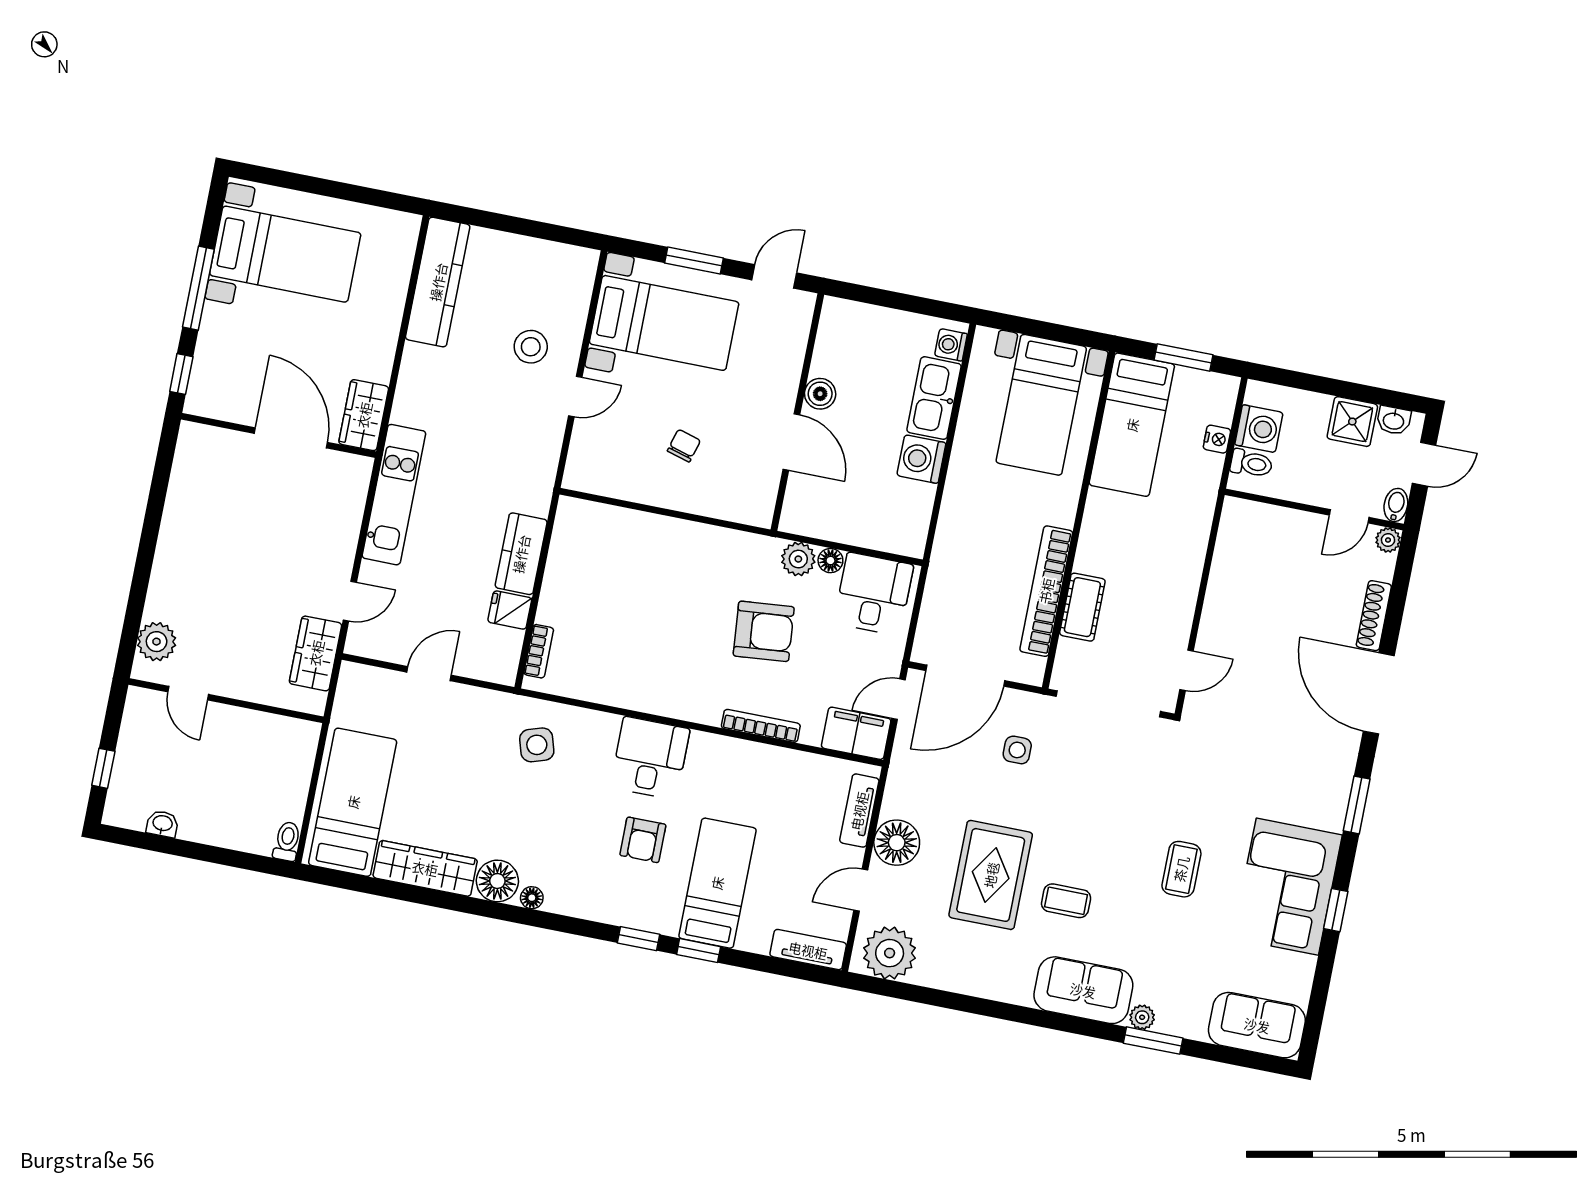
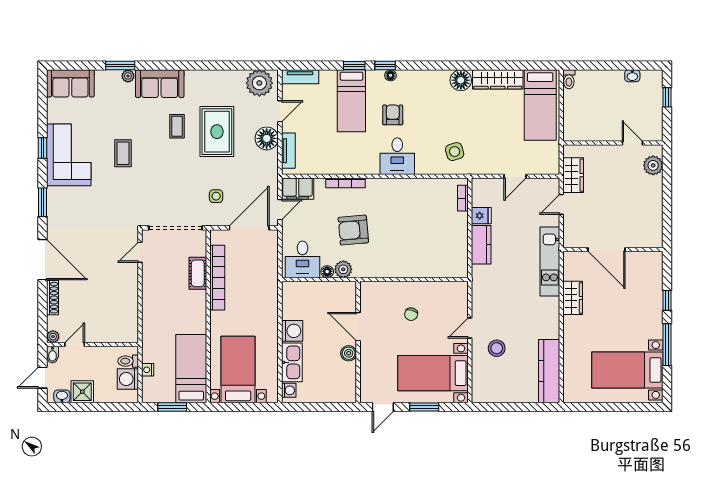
wall: (278, 435) -> (613, 250), moved
door: (291, 438) -> (606, 250), moved
floor lamp: (532, 898) -> (390, 75), moved
coffee table: (1066, 901) -> (177, 126), turned 90

